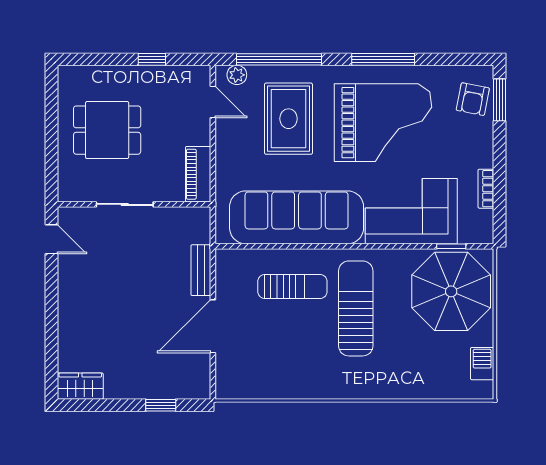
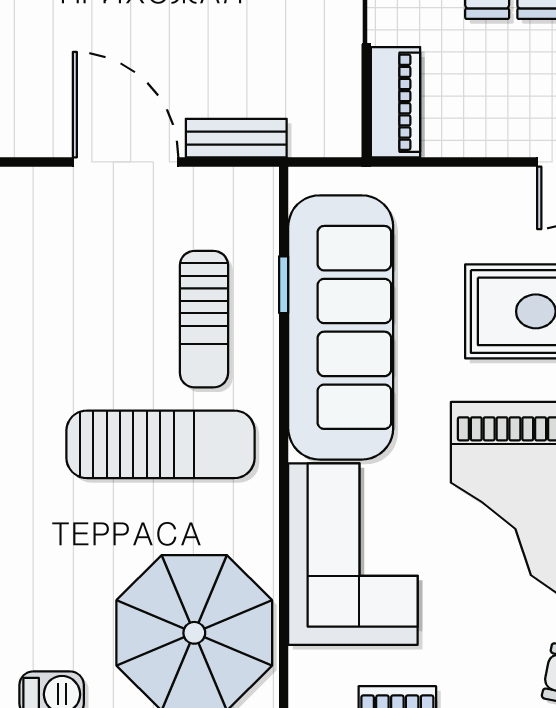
piano: (198, 174) -> (395, 102), moved, turned 90
window: (451, 246) -> (284, 285), moved

